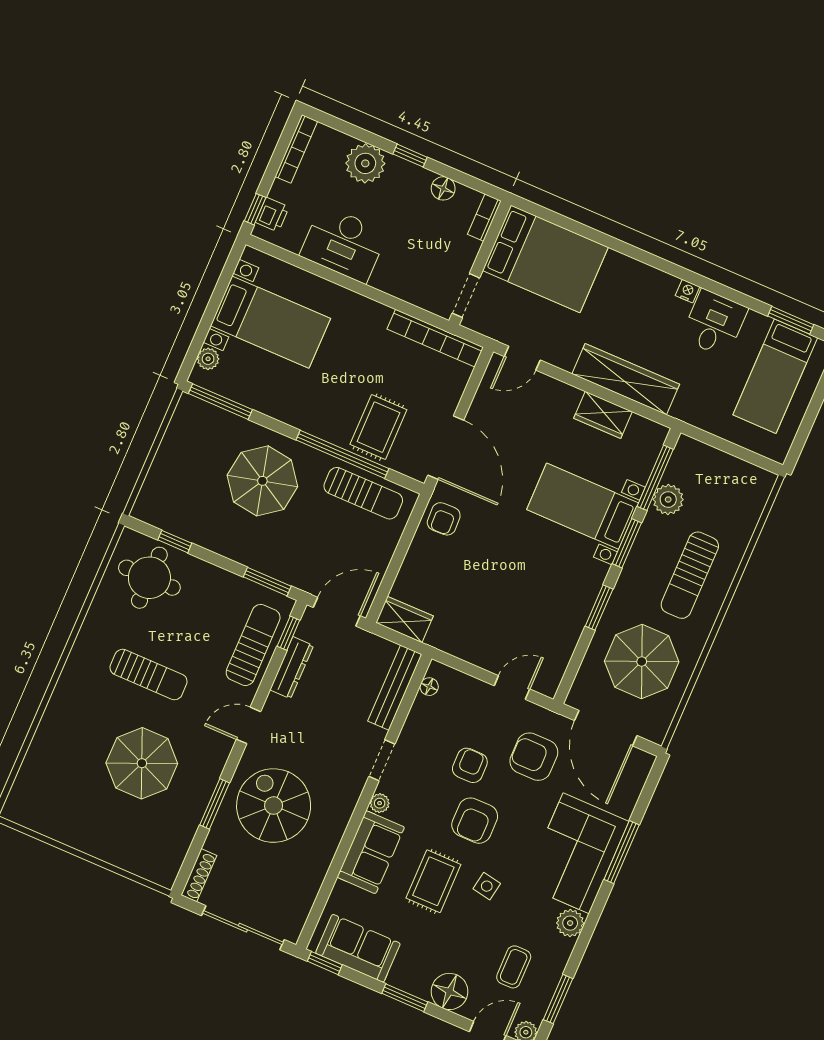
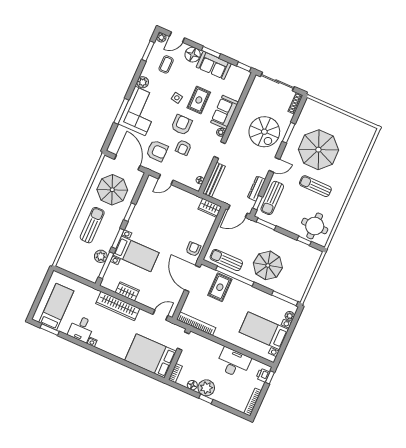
plant: (365, 163) -> (206, 388), moved
parasol: (142, 763) -> (318, 150), width x1.36, depth x1.36
sofa: (358, 948) -> (214, 65), moved

